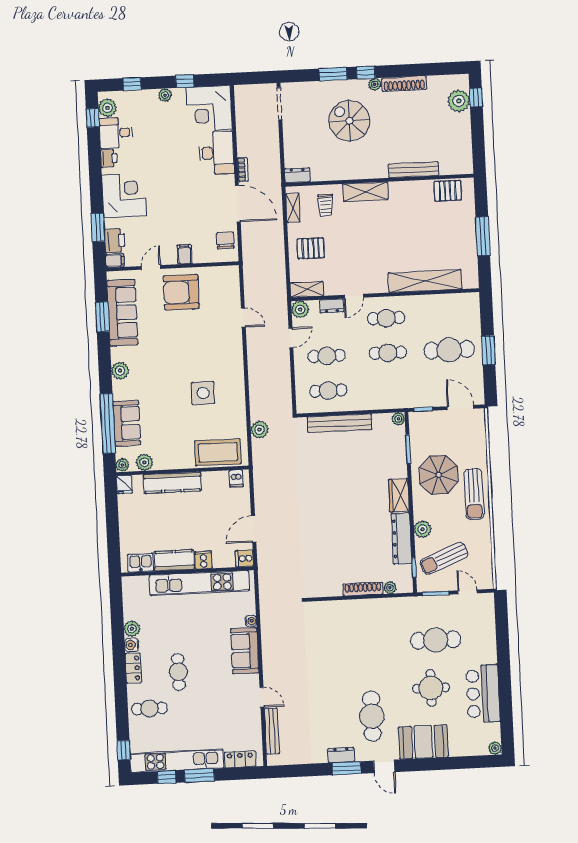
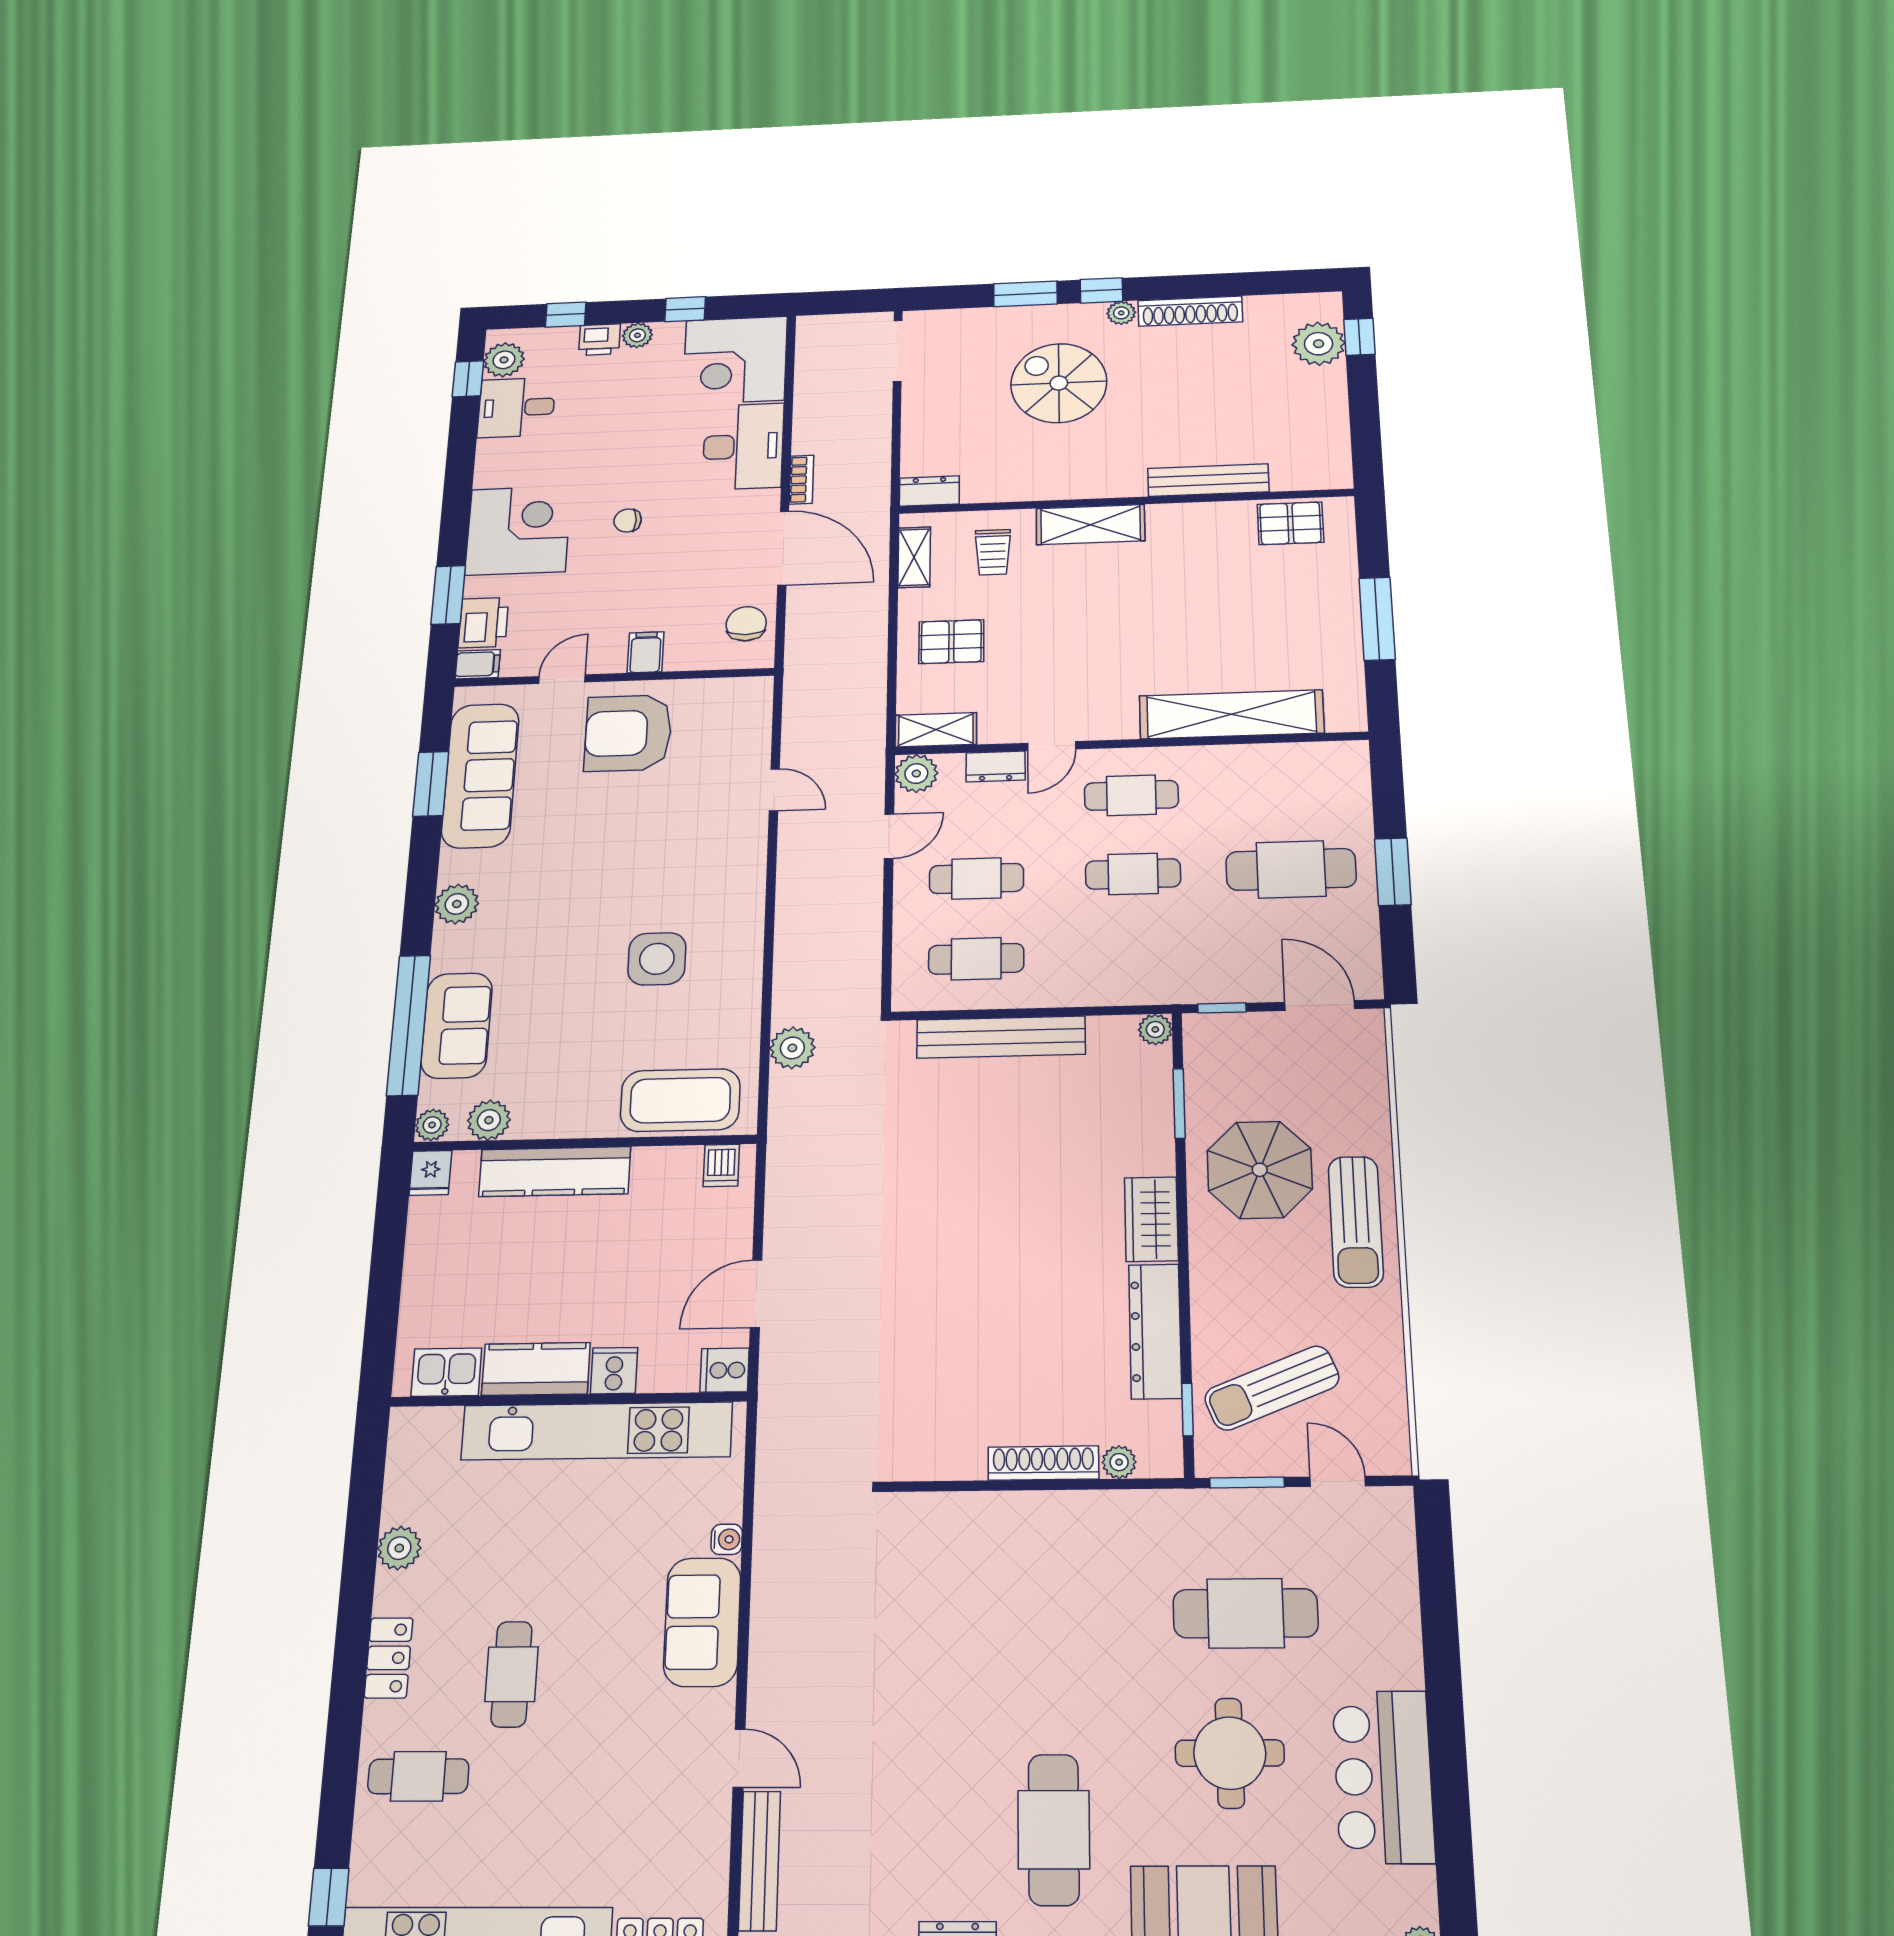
printer: (109, 158) -> (599, 340), moved, turned 90
chair: (171, 190) -> (628, 520), added
plant: (423, 529) -> (1214, 1308), removed
water cooler: (132, 645) -> (393, 1593), removed

